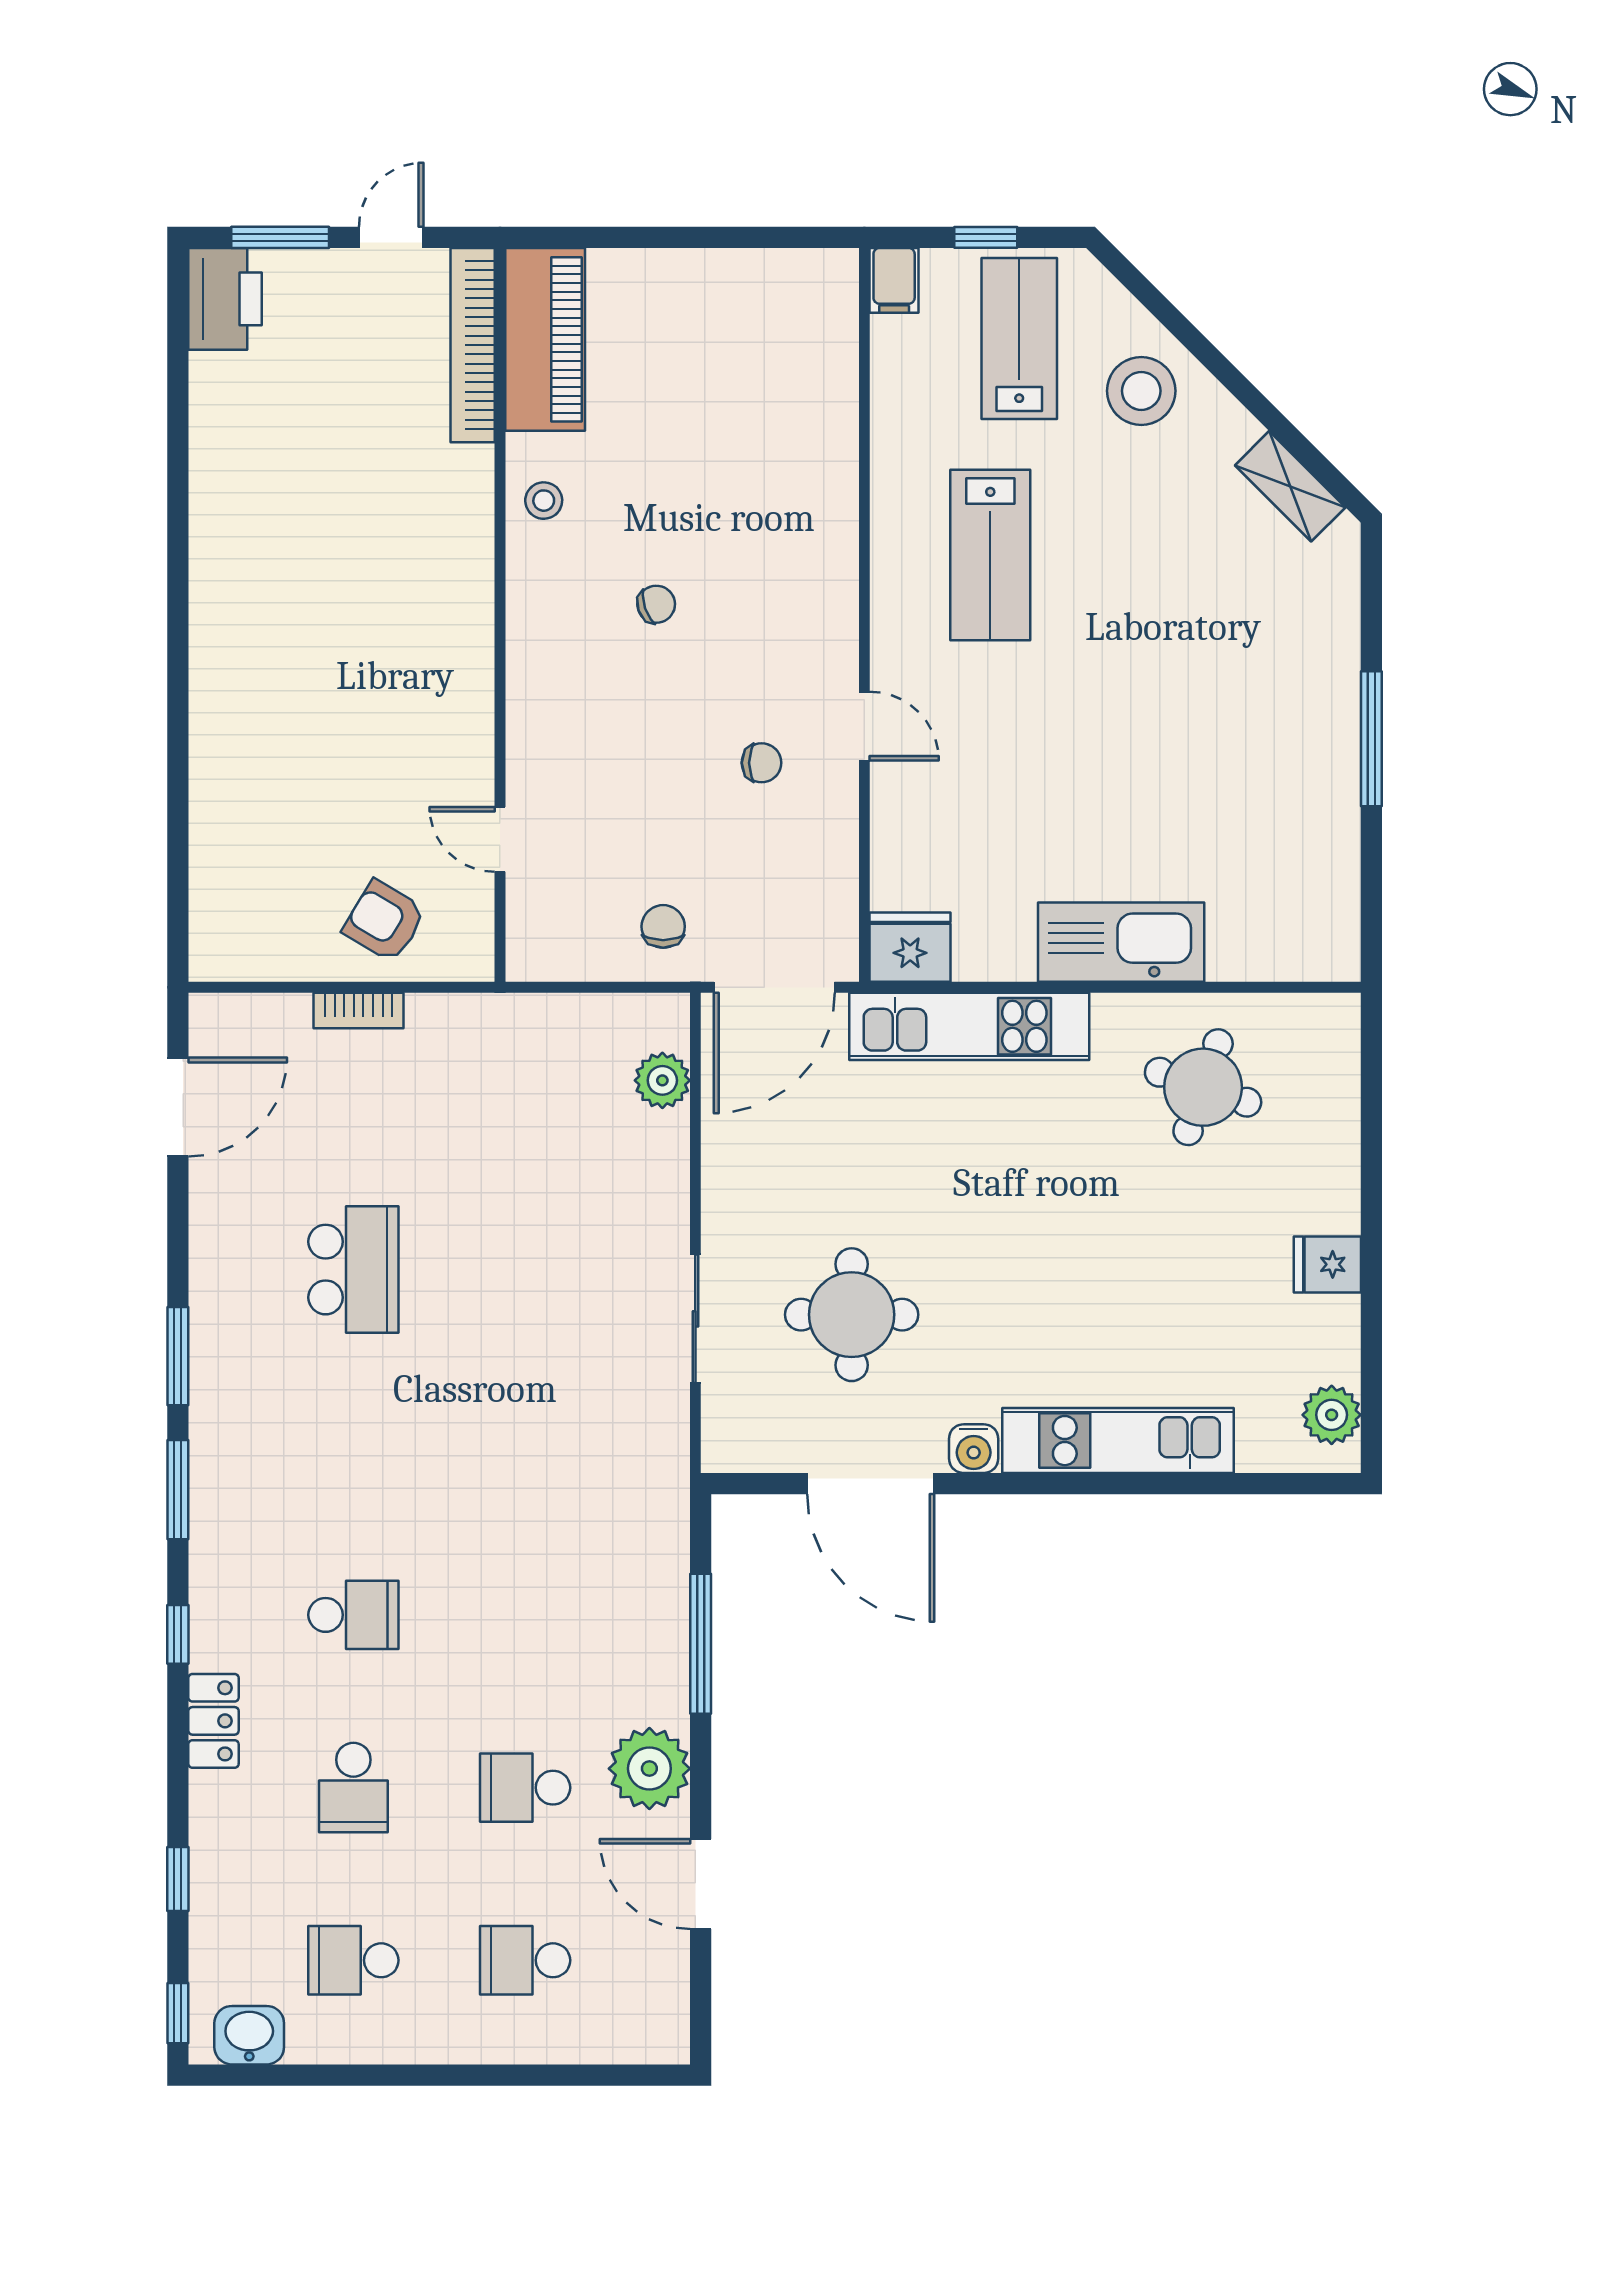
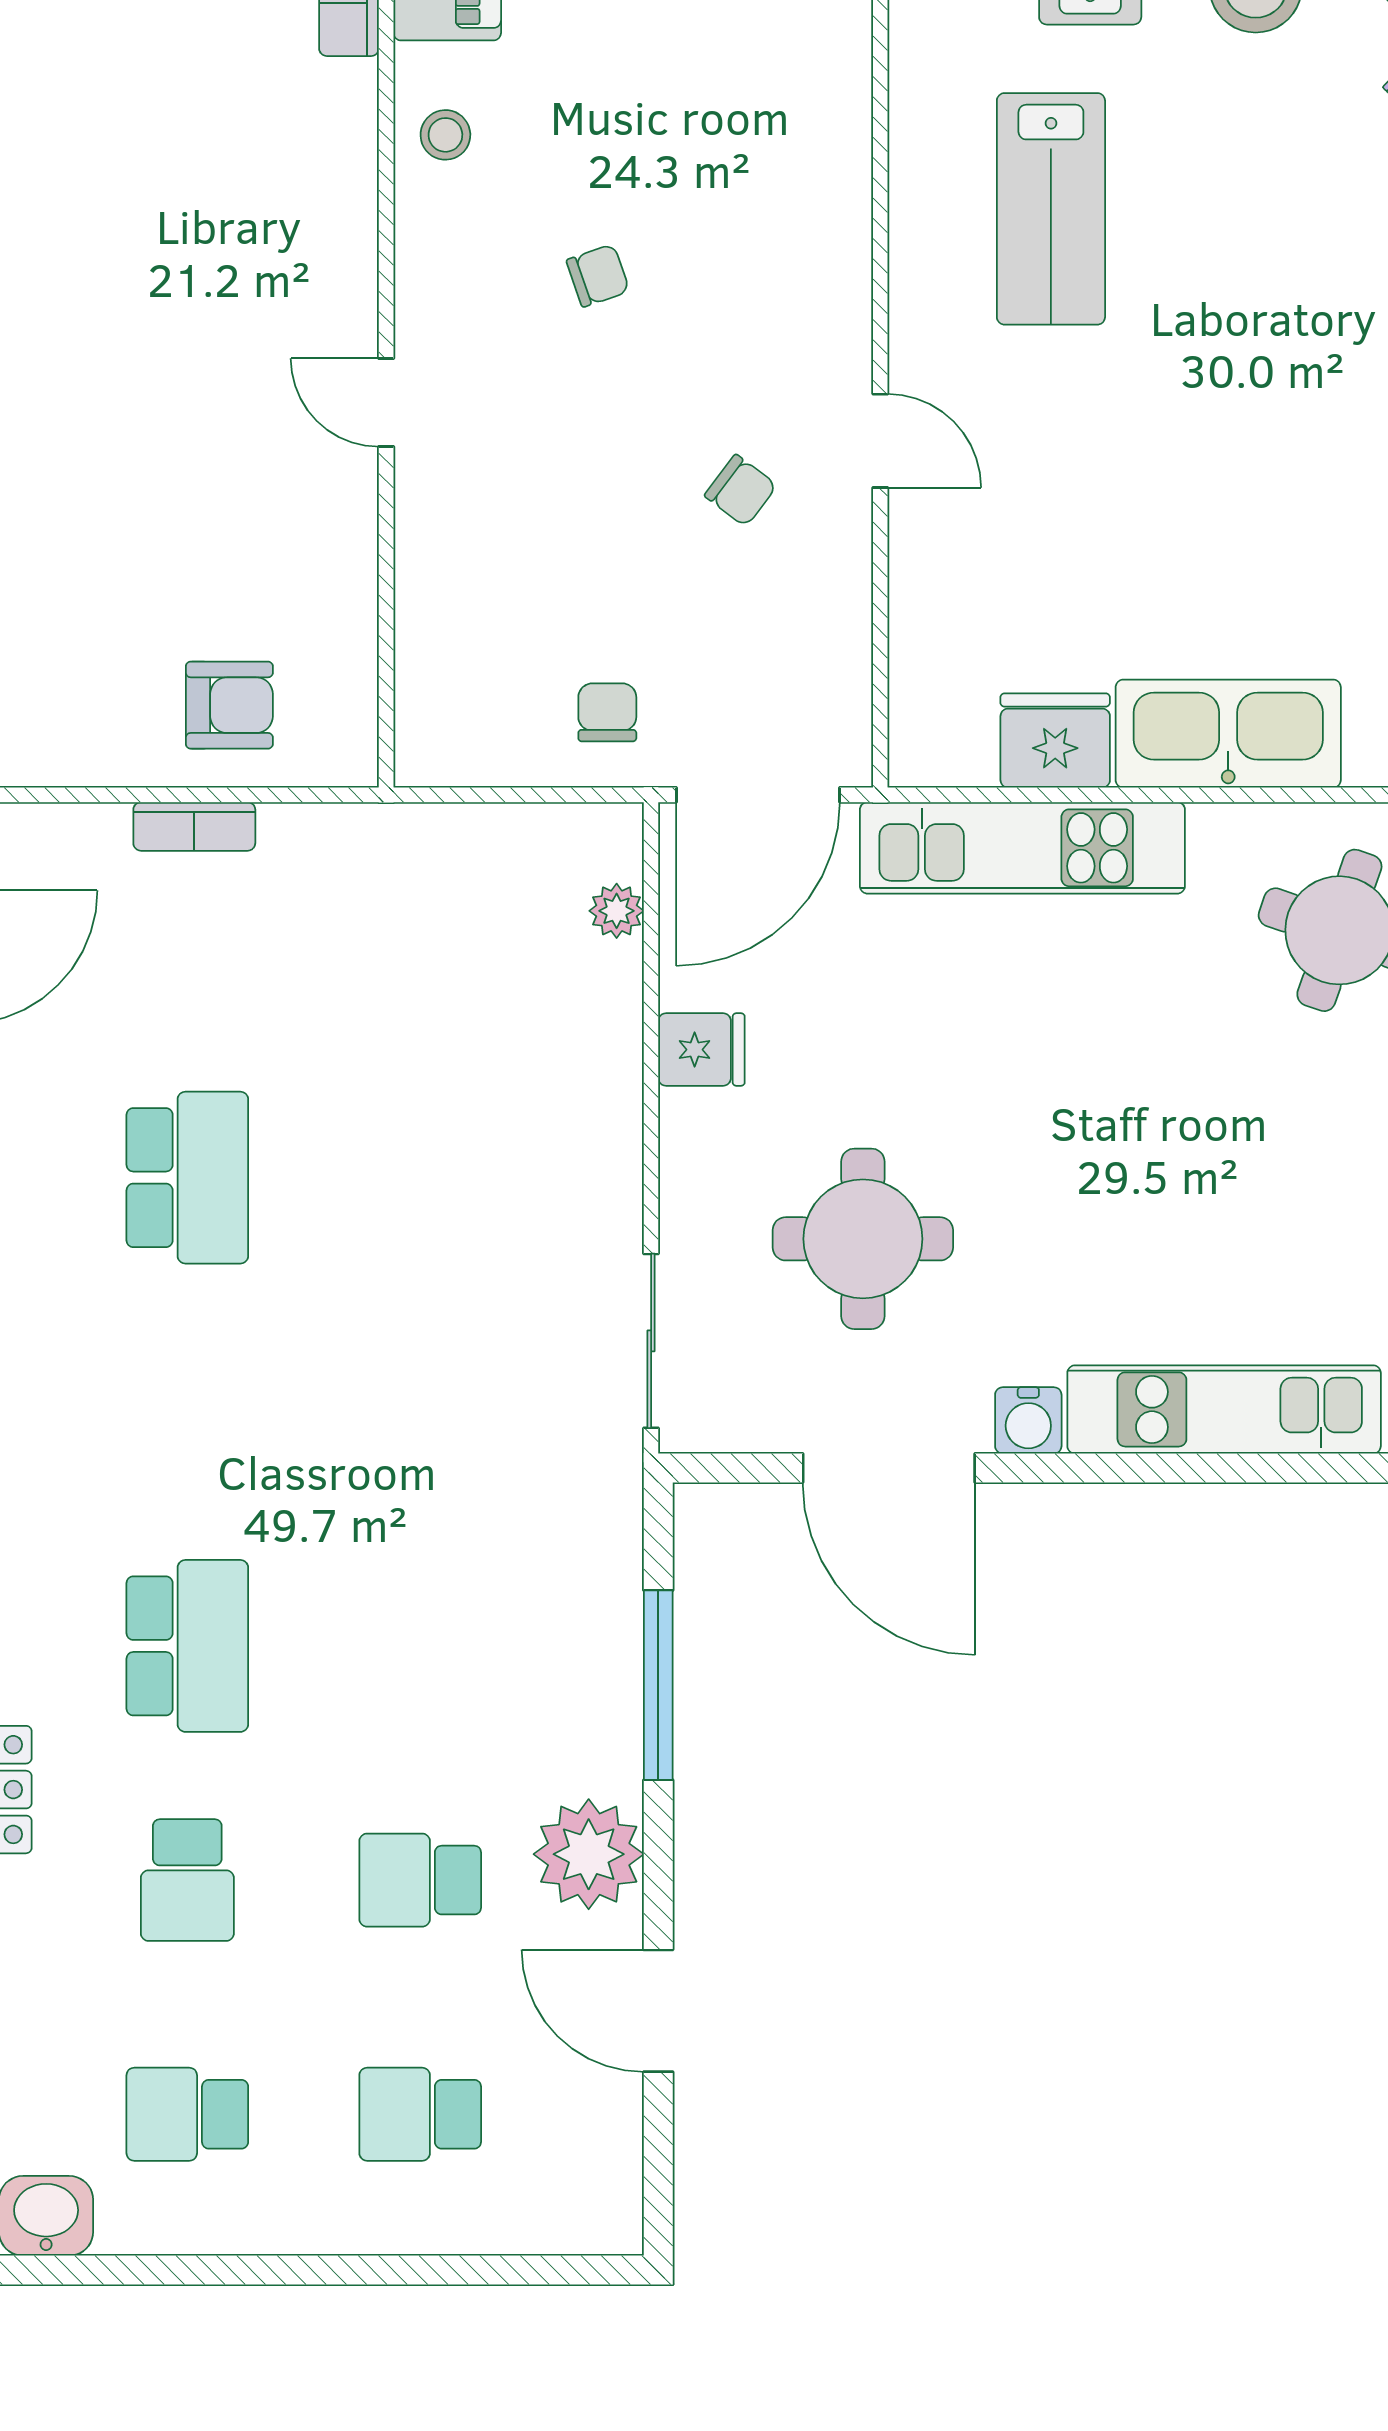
chair: (762, 763) -> (741, 490), turned 37
door: (500, 839) -> (386, 403), moved
armchair: (384, 921) -> (229, 705), turned 149
fridge: (910, 947) -> (1055, 741), moved
plant: (662, 1080) -> (617, 911), width x0.73, depth x0.73
fridge: (733, 1175) -> (701, 1050), added
sliding door: (695, 1319) -> (651, 1341), moved
school desk: (353, 1615) -> (187, 1646), width x1.85

